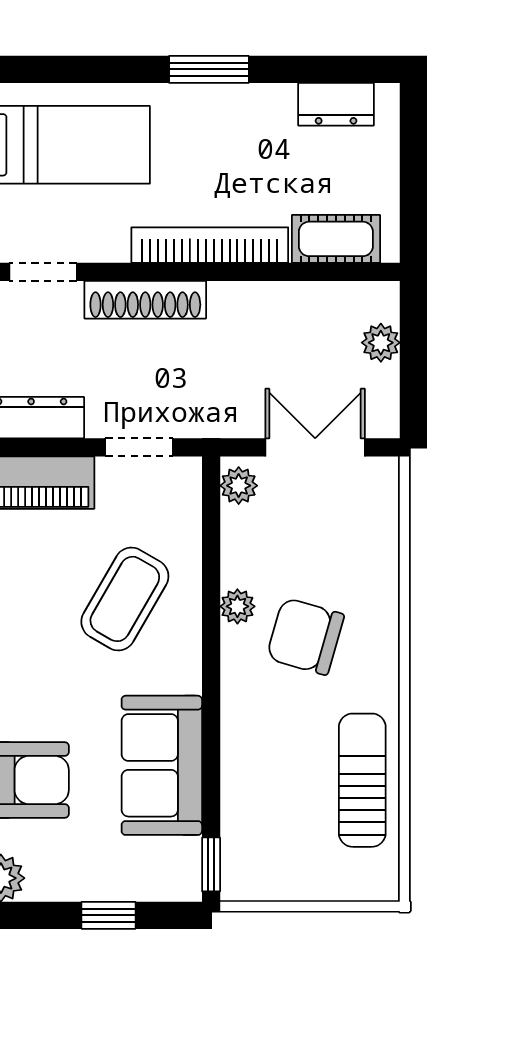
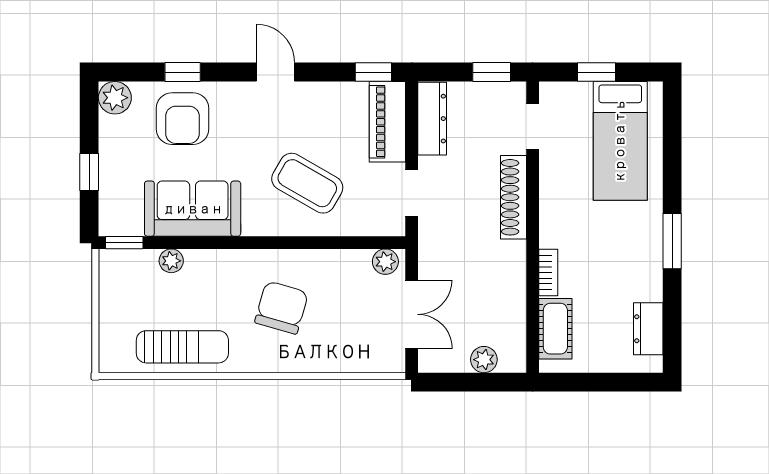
bookcase: (210, 245) -> (548, 272), width x0.43, depth x0.76
plant: (237, 606) -> (171, 261), moved

